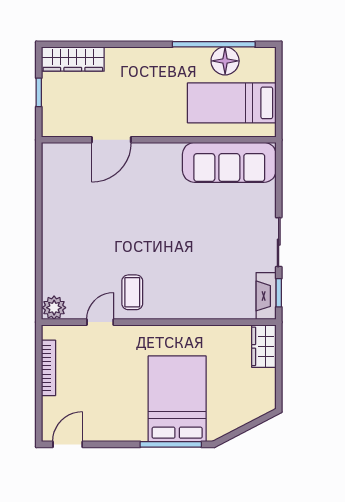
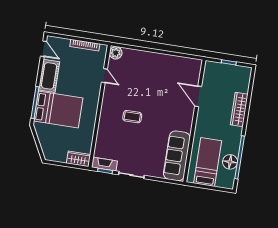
wardrobe: (73, 59) -> (239, 109), moved
coffee table: (132, 292) -> (132, 117), moved
cot: (117, 426) -> (49, 76), added

